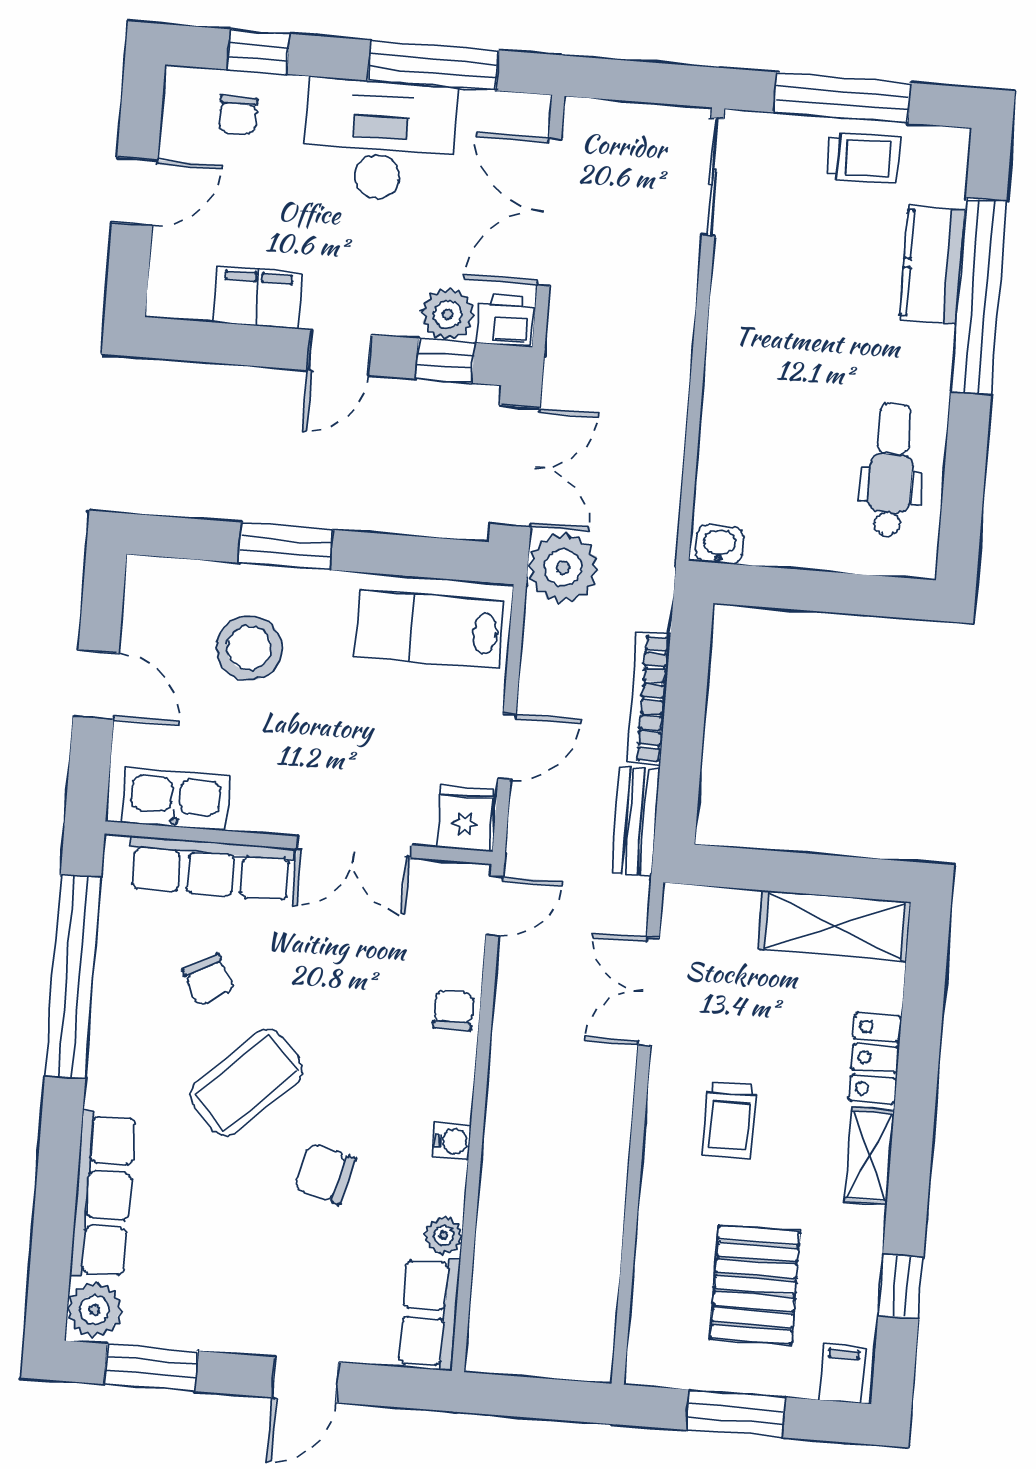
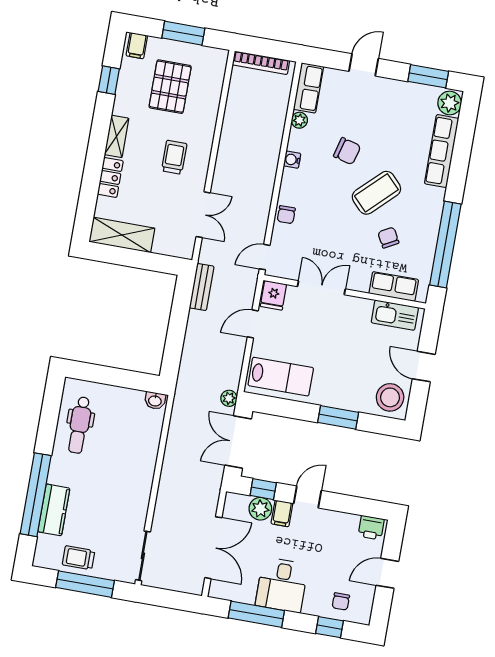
chair: (238, 115) -> (341, 601), turned 180
desk: (380, 140) -> (282, 585), width x0.73
filing cabinet: (258, 297) -> (282, 513), moved, width x0.50
printer: (506, 320) -> (371, 528), moved
plant: (563, 568) -> (229, 398), width x0.53, depth x0.53
stool: (249, 648) -> (390, 397), moved
bookcase: (649, 699) -> (261, 63), moved, turned 90
row of seats: (211, 868) -> (394, 287), width x0.68

